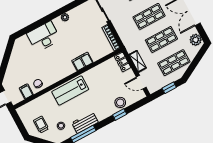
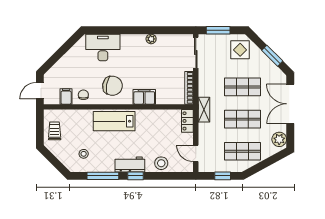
desk: (44, 37) -> (103, 47), moved
shelving: (138, 61) -> (204, 110), moved
chair: (55, 66) -> (112, 86), added
window: (120, 115) -> (136, 176), moved
workbench: (85, 123) -> (130, 164), moved
trolley: (41, 125) -> (55, 131), moved

